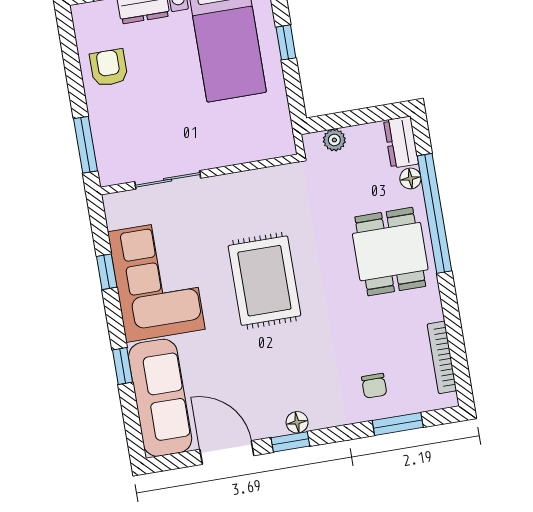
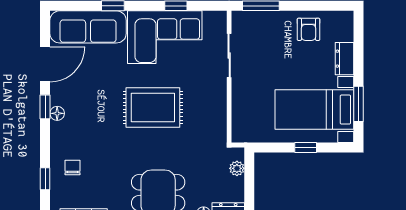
armchair: (109, 68) -> (308, 29), turned 90
chair: (374, 386) -> (73, 168), turned 90
window: (398, 424) -> (45, 179), width x0.67

